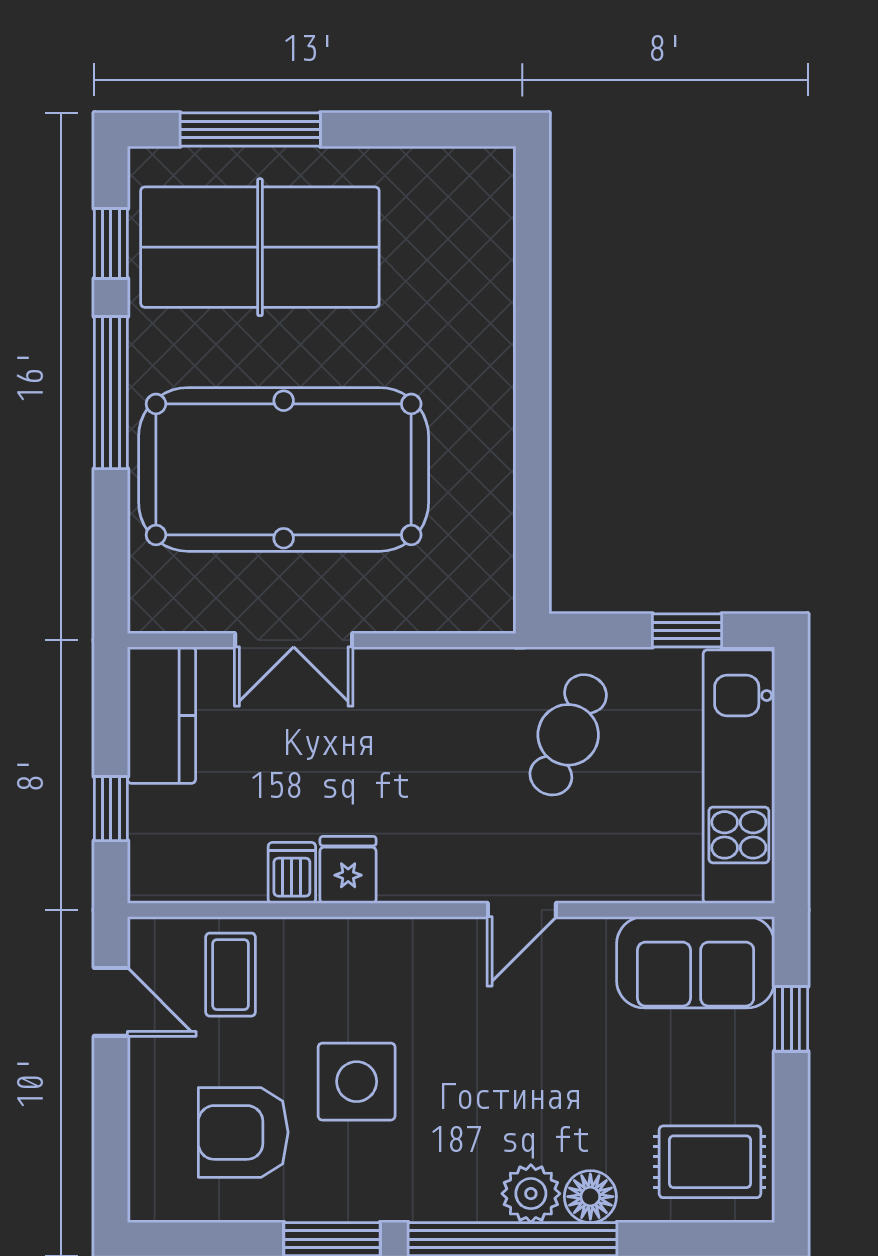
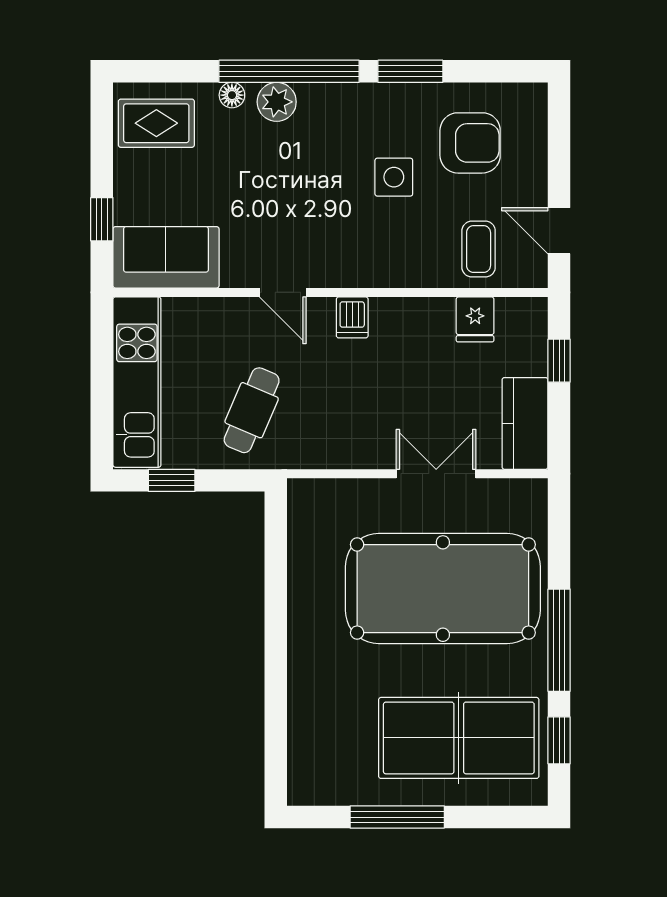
window: (250, 129) -> (397, 817), moved
fridge: (348, 870) -> (475, 319), moved
dishwasher: (292, 873) -> (352, 317), moved
door: (522, 910) -> (283, 292), swing flipped
side table: (357, 1082) -> (394, 177), width x0.73, depth x0.73
floor lamp: (590, 1197) -> (232, 95), width x0.73, depth x0.73

